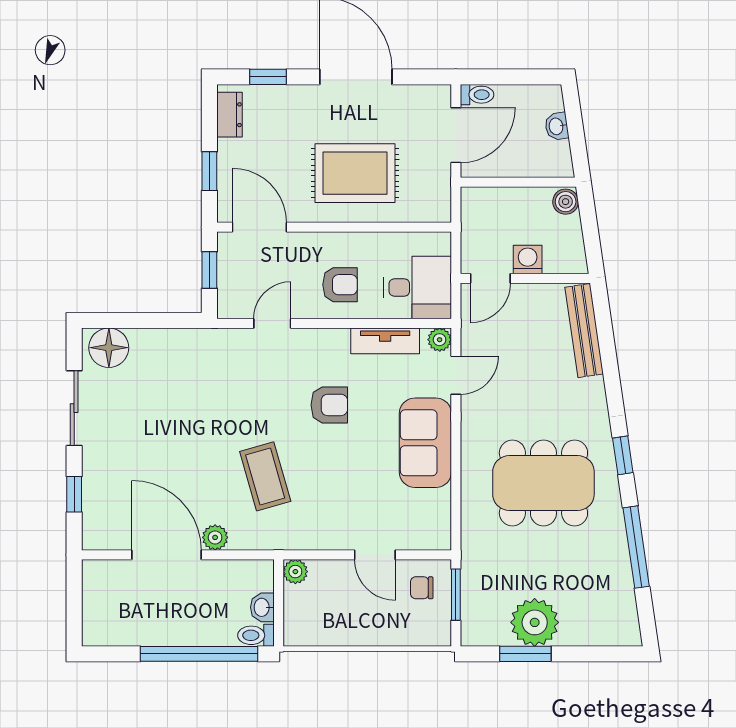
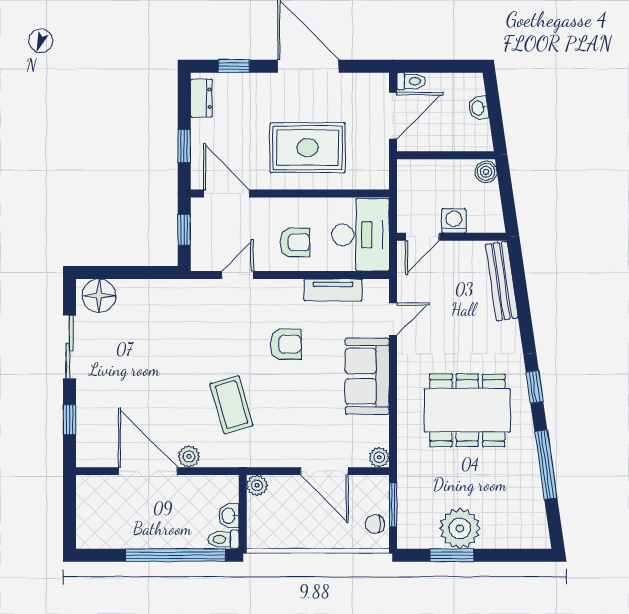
desk: (418, 287) -> (361, 235), width x1.37
plant: (440, 340) -> (379, 457), moved
door: (375, 555) -> (324, 471), width x1.38
chair: (422, 588) -> (375, 524), moved

